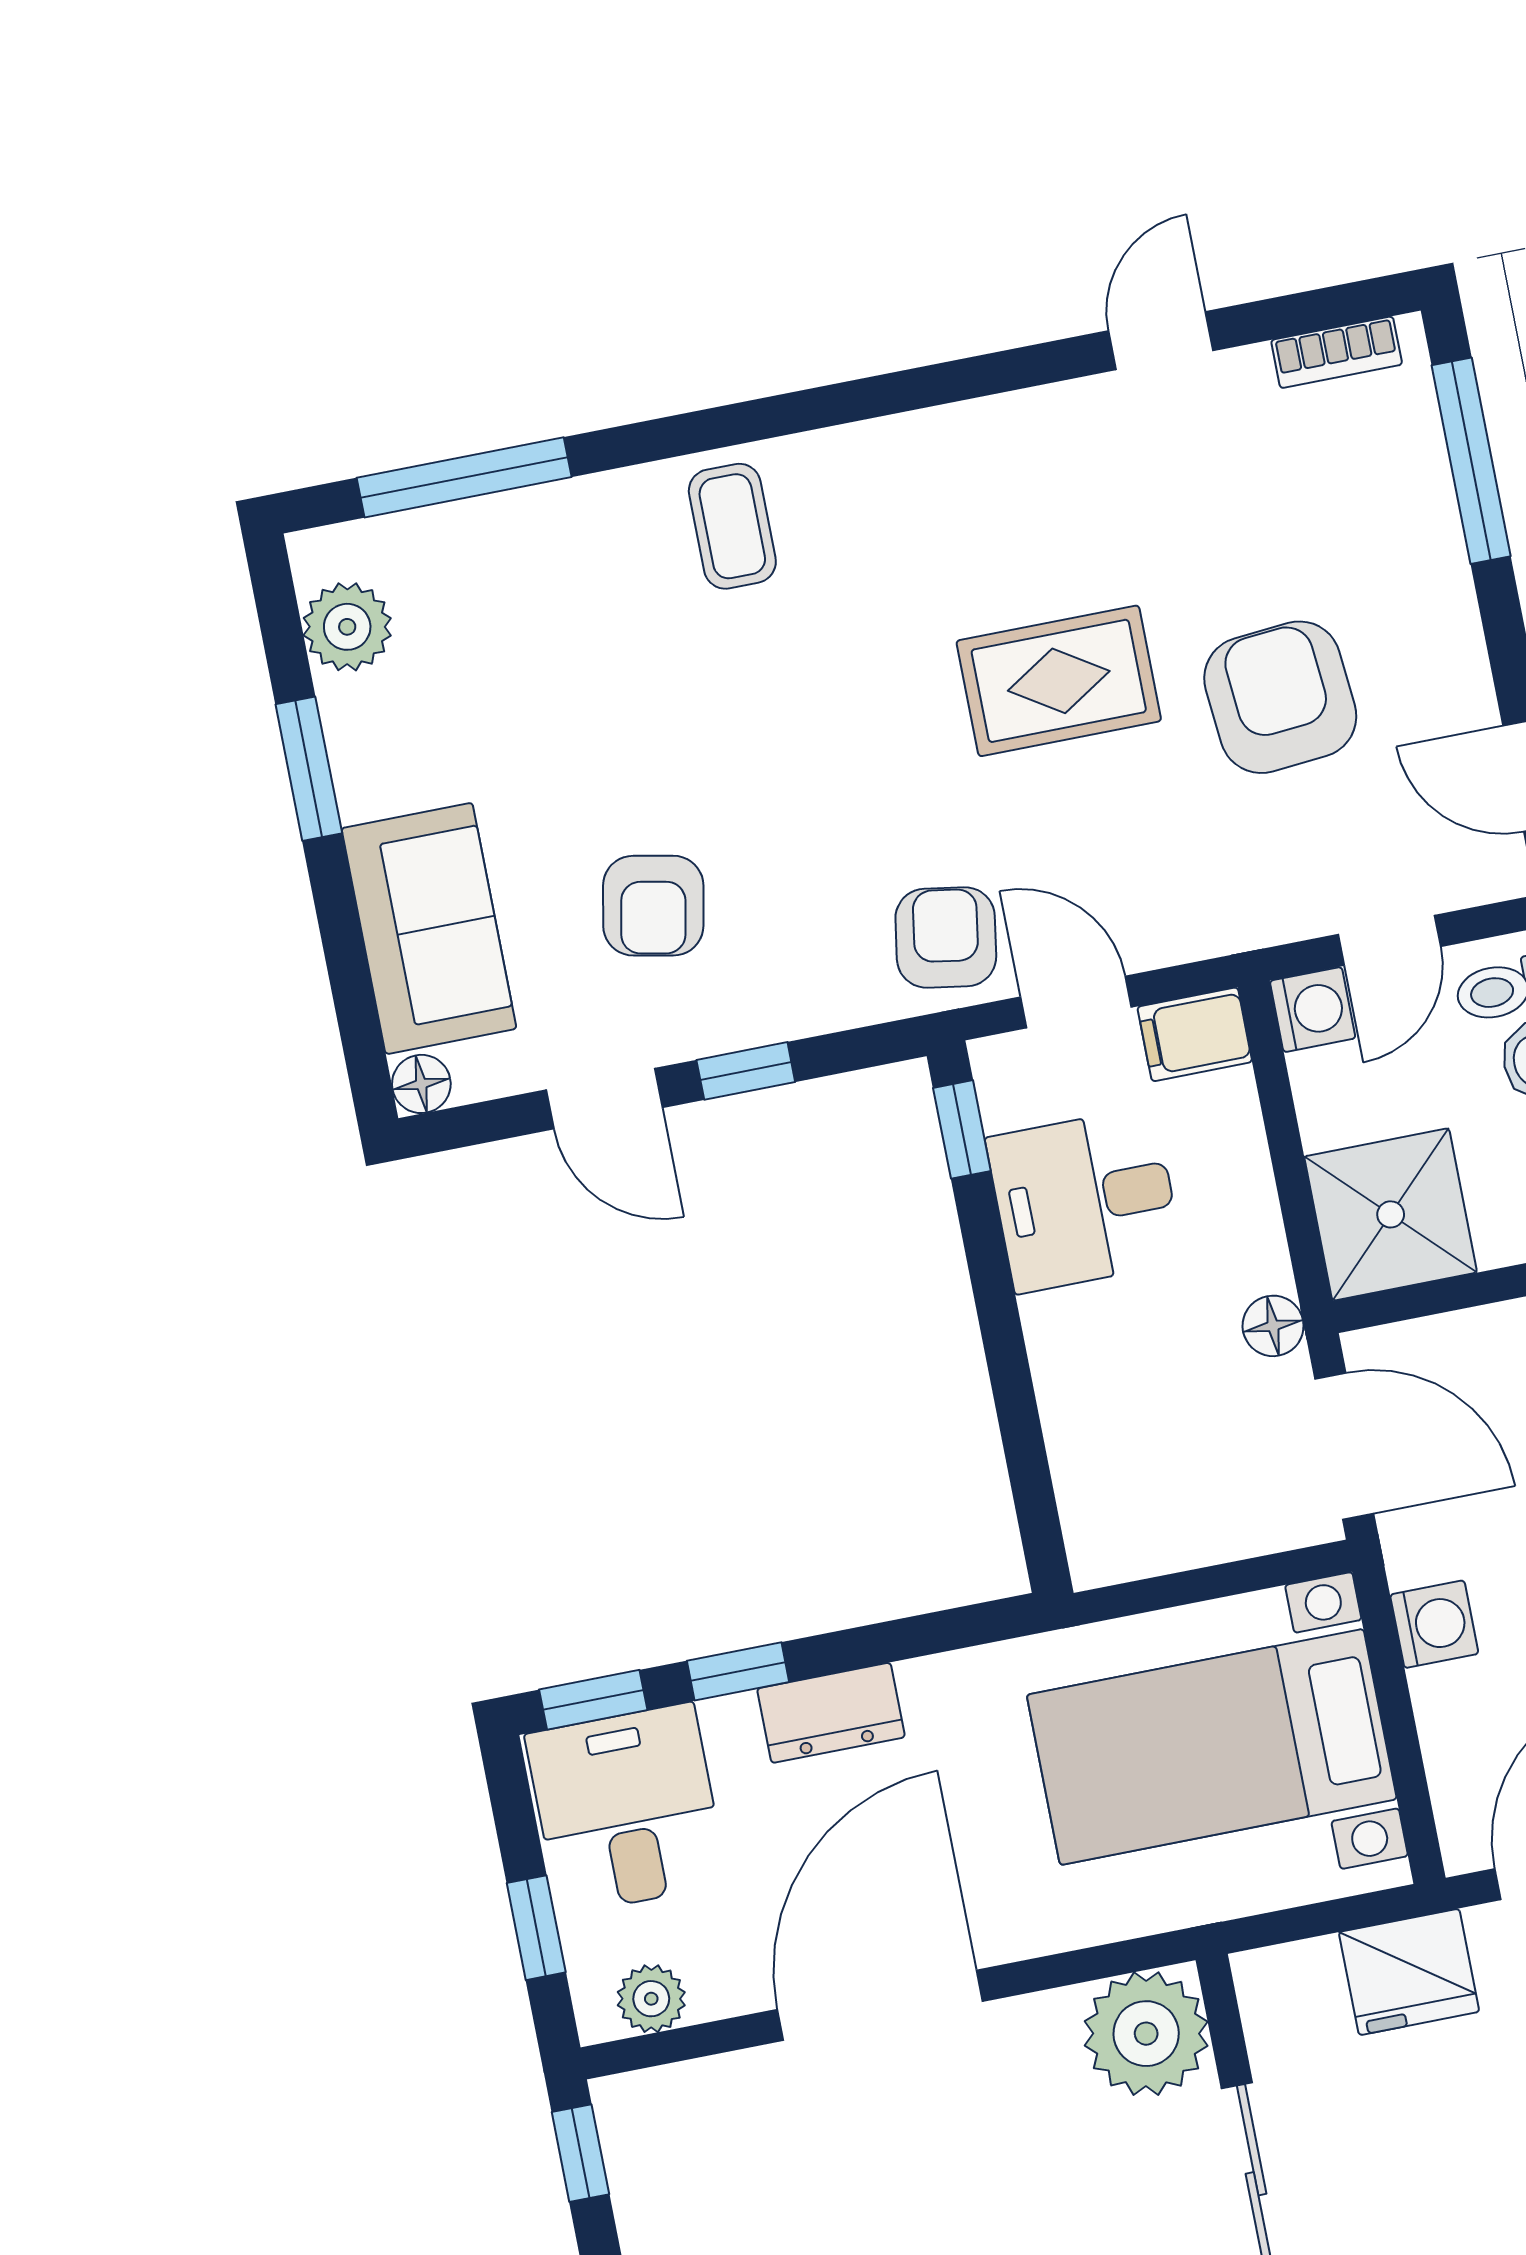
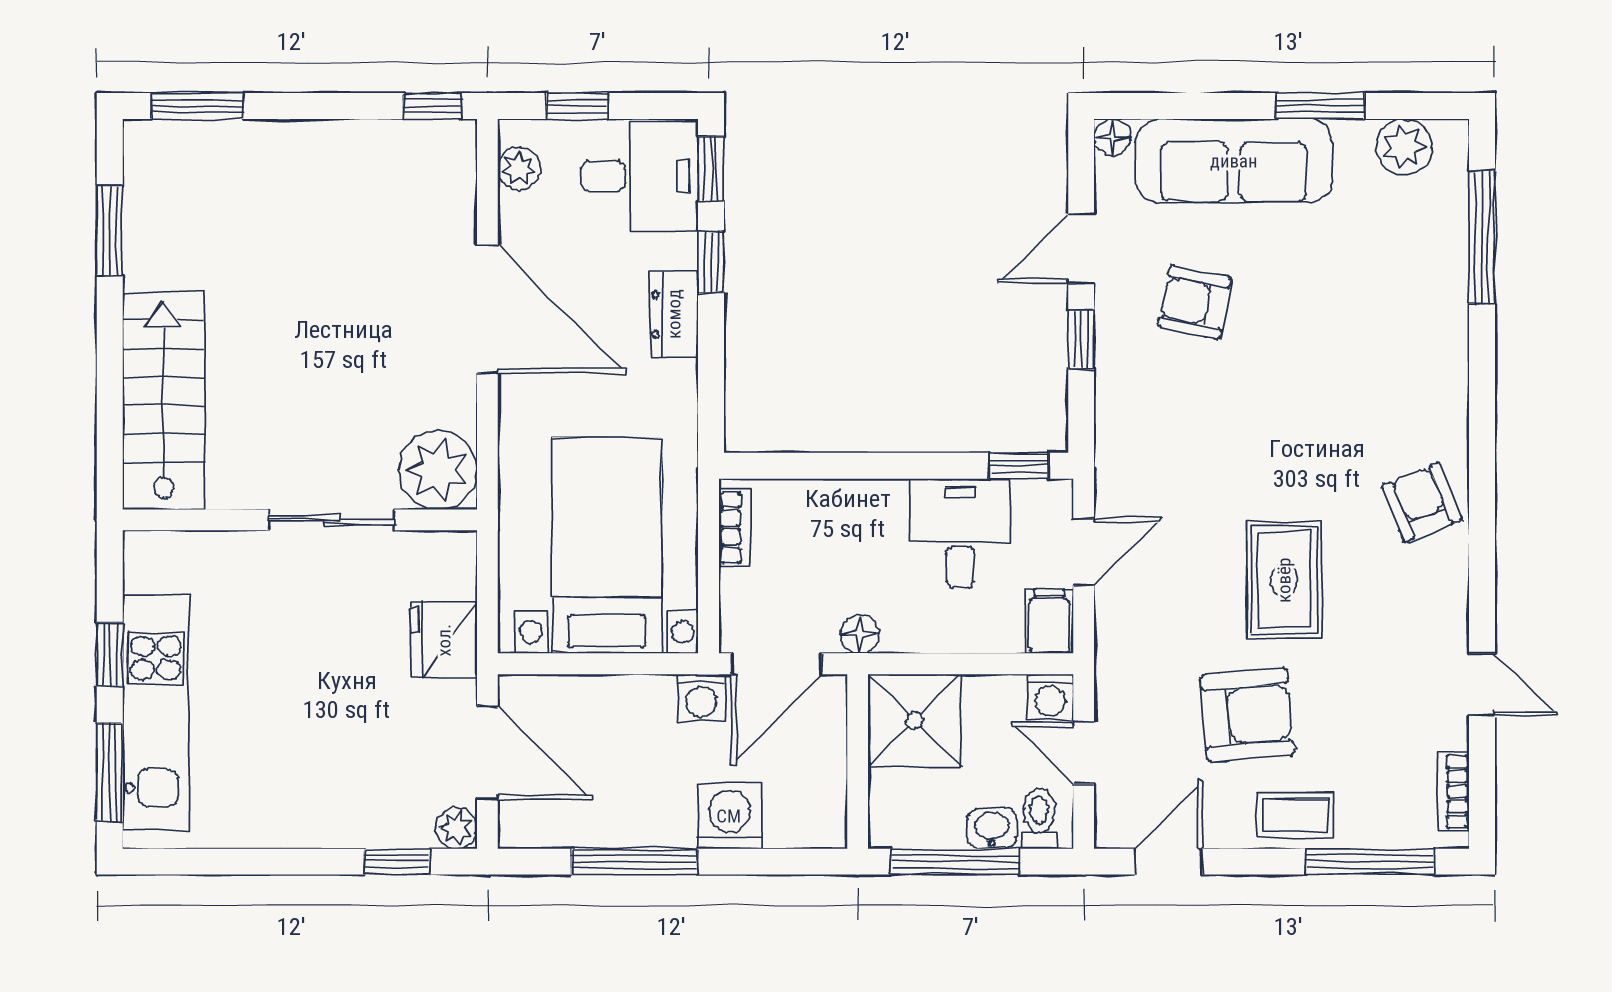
coffee table: (732, 526) -> (1295, 815), moved
sofa: (429, 928) -> (1234, 161), width x1.36
armchair: (946, 937) -> (1422, 503), moved, turned -121
bookcase: (1145, 1554) -> (734, 528), added
washing machine: (1434, 1624) -> (701, 698), moved

